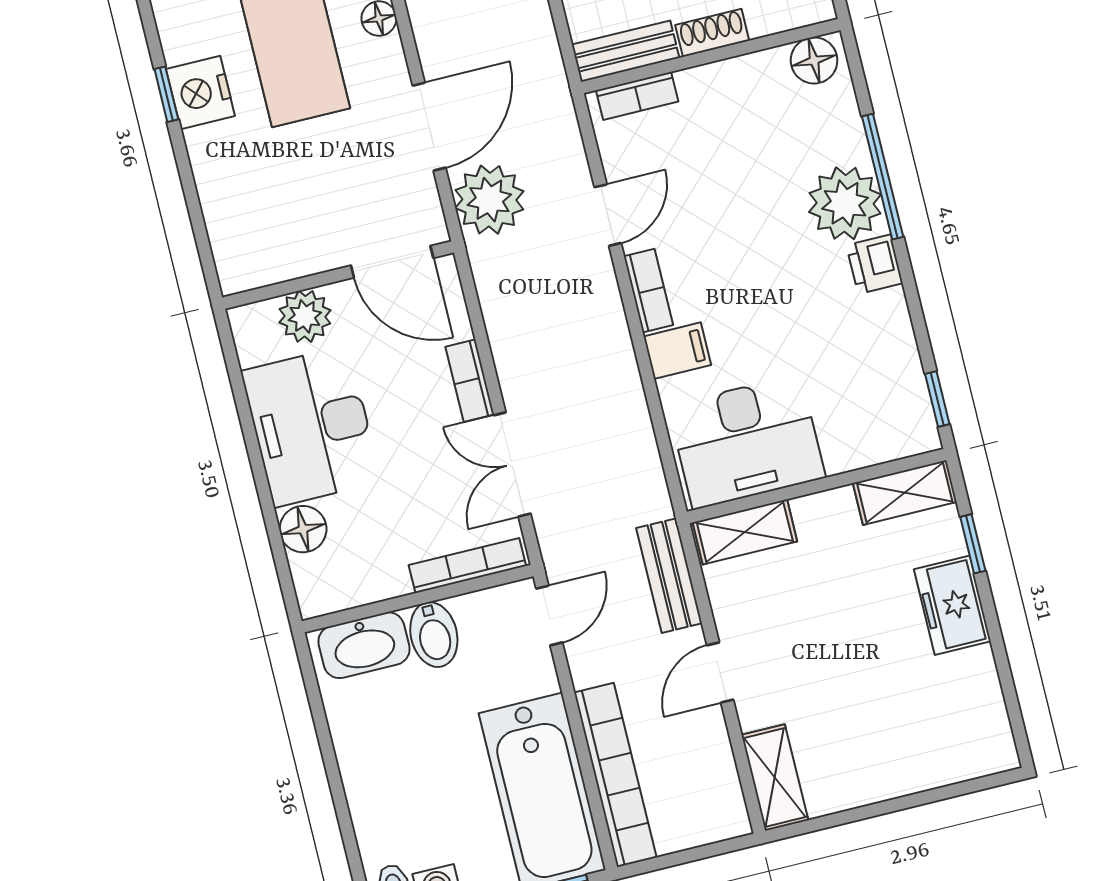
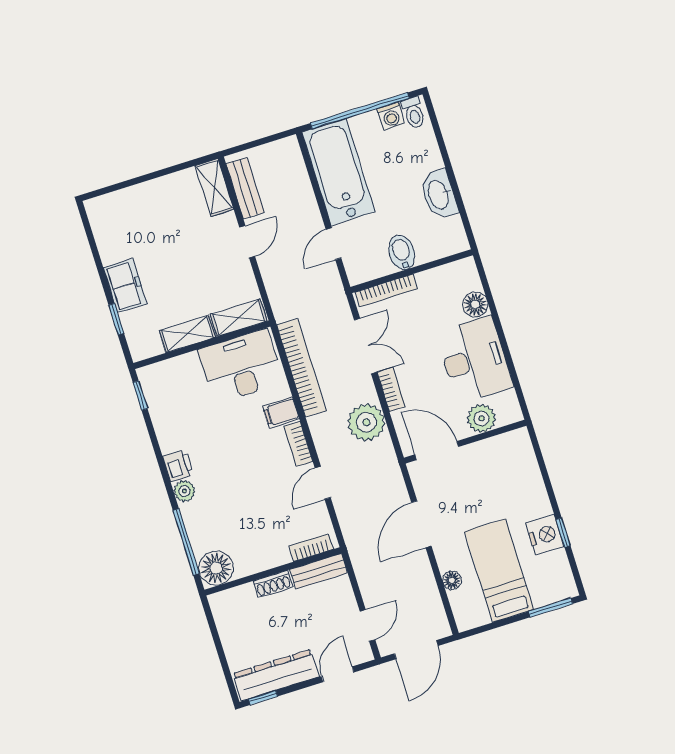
floor lamp: (814, 60) -> (216, 568), width x1.38, depth x1.38
window: (883, 177) -> (186, 542), moved
plant: (489, 200) -> (366, 422), moved
plant: (845, 203) -> (184, 491), width x0.53, depth x0.53
shelving: (905, 492) -> (187, 334), moved
bench: (669, 576) -> (245, 188), moved
door: (549, 616) -> (333, 244), moved
washbasin: (364, 645) -> (439, 194), moved, turned -90
bookcase: (615, 775) -> (301, 368), moved, turned 180

